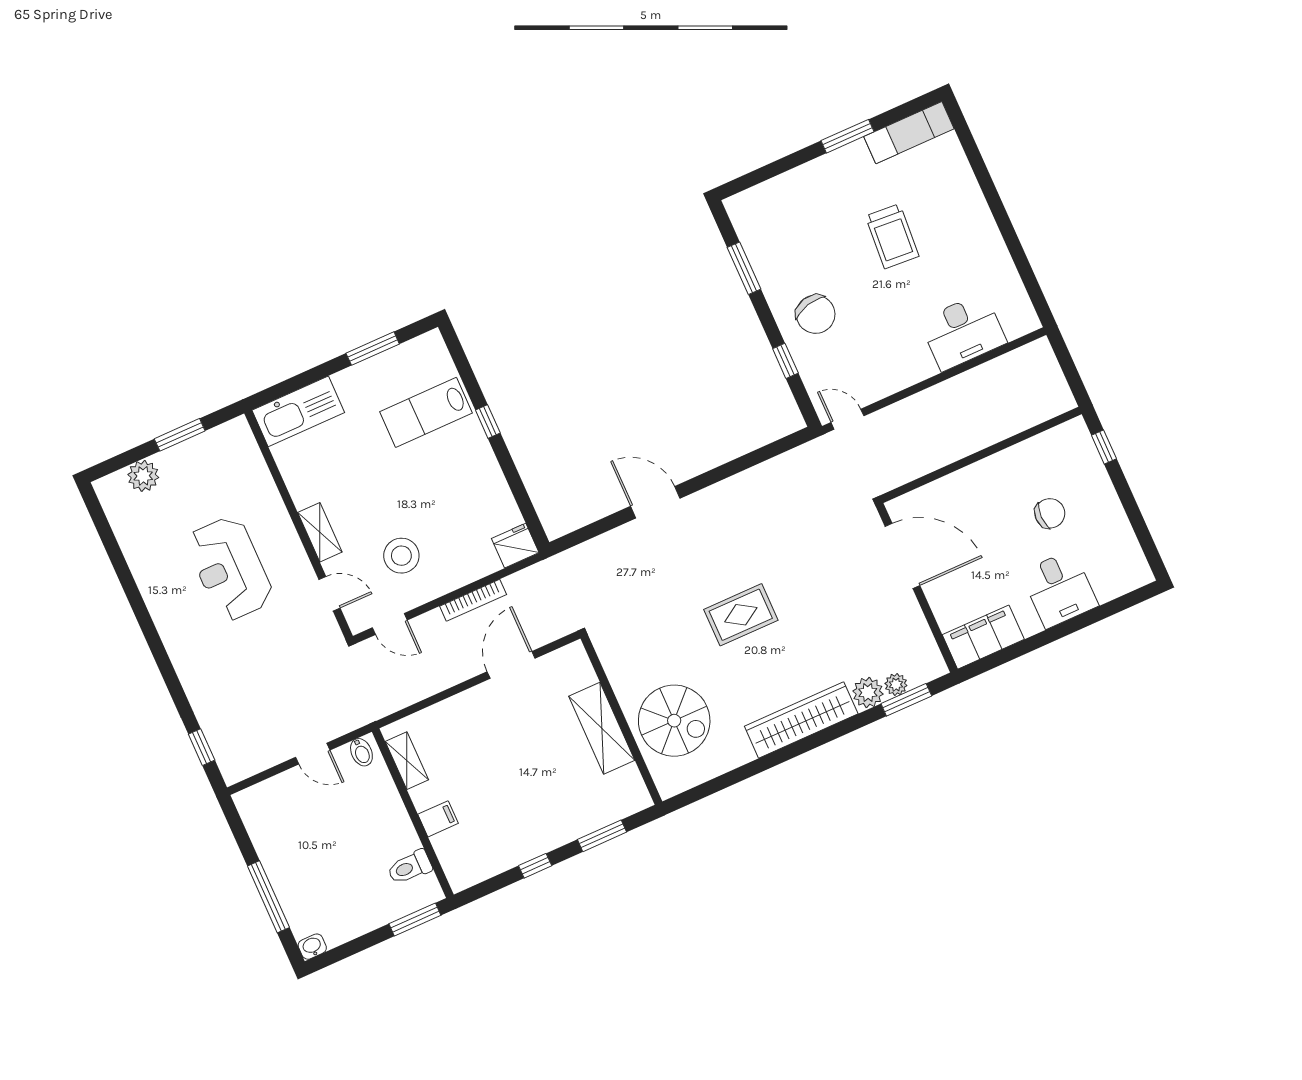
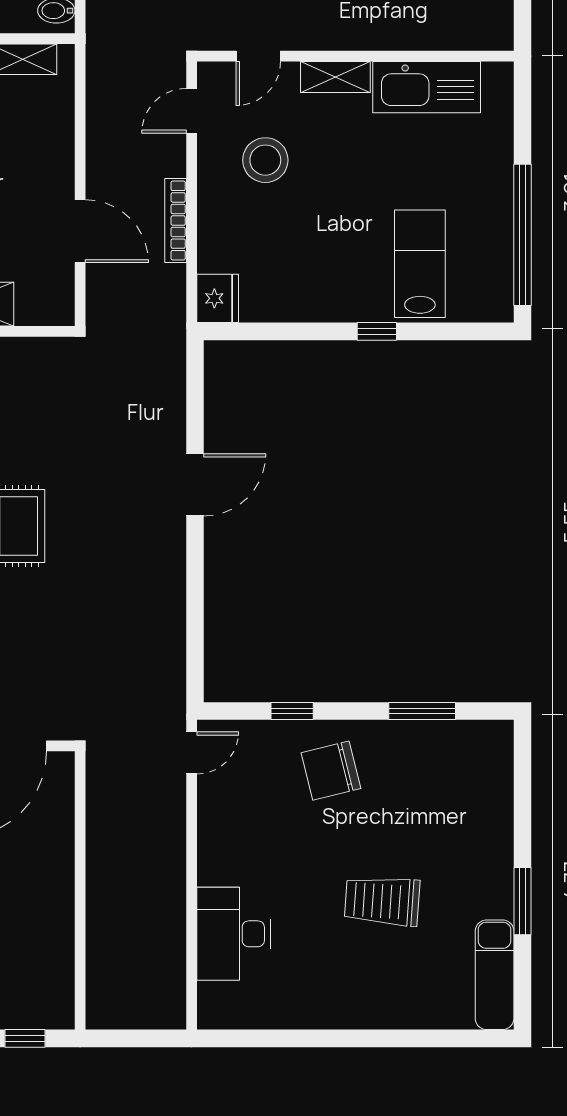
window: (373, 349) -> (522, 235), width x2.11
kitchen sink: (298, 411) -> (427, 87), moved, turned -90

